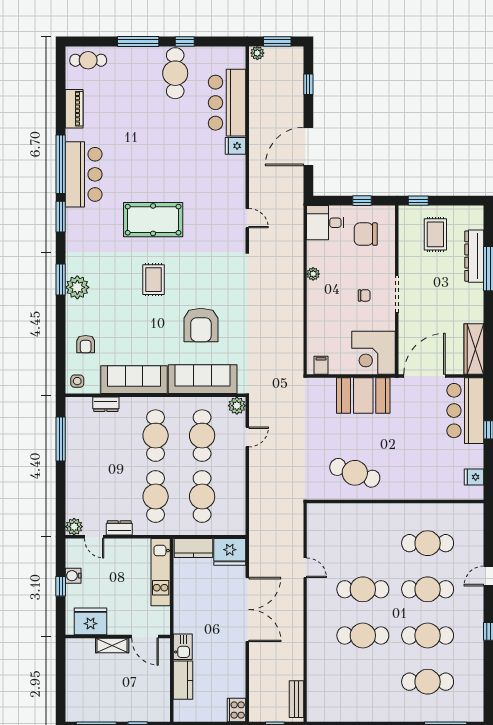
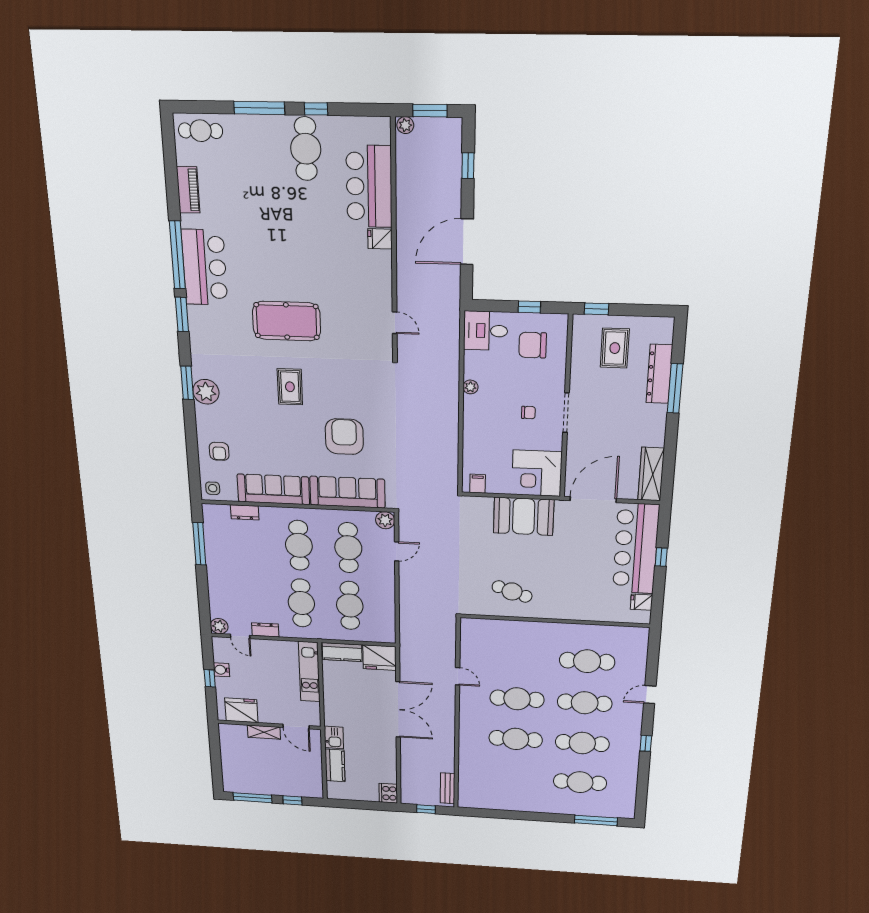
armchair: (201, 325) -> (344, 437), turned 180
bar counter: (465, 411) -> (636, 549), width x1.36
cafe table: (355, 473) -> (512, 591), width x0.73, depth x0.74

